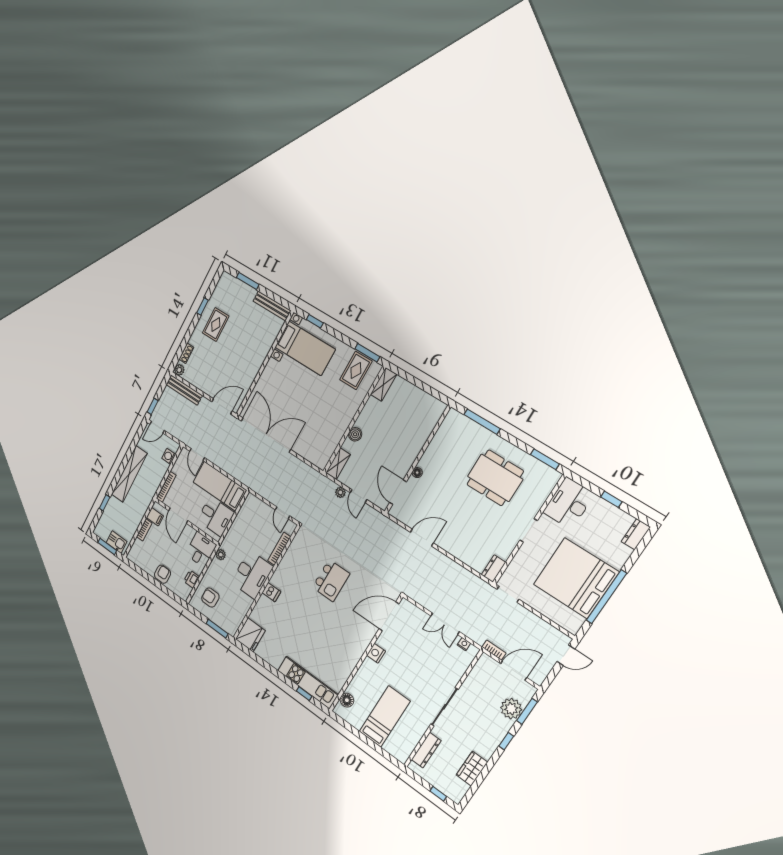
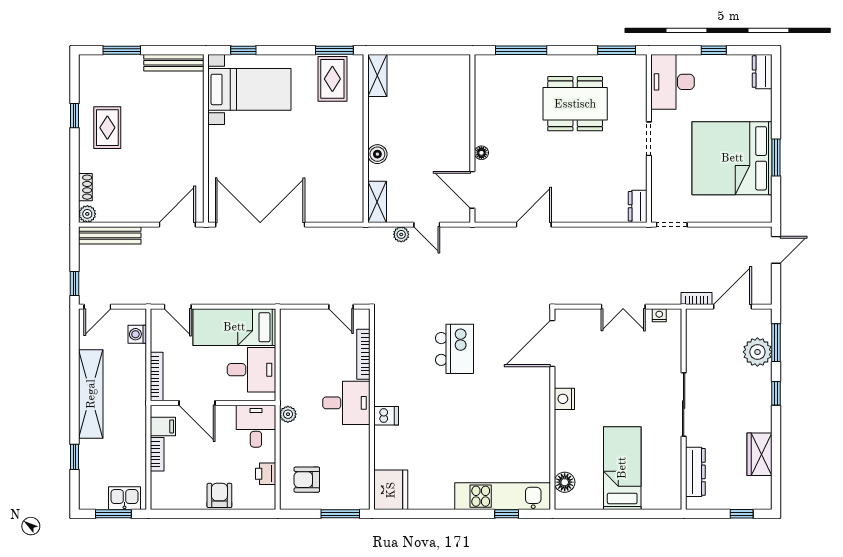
desk: (252, 574) -> (346, 403), width x0.73
window: (606, 597) -> (776, 157), width x0.47

